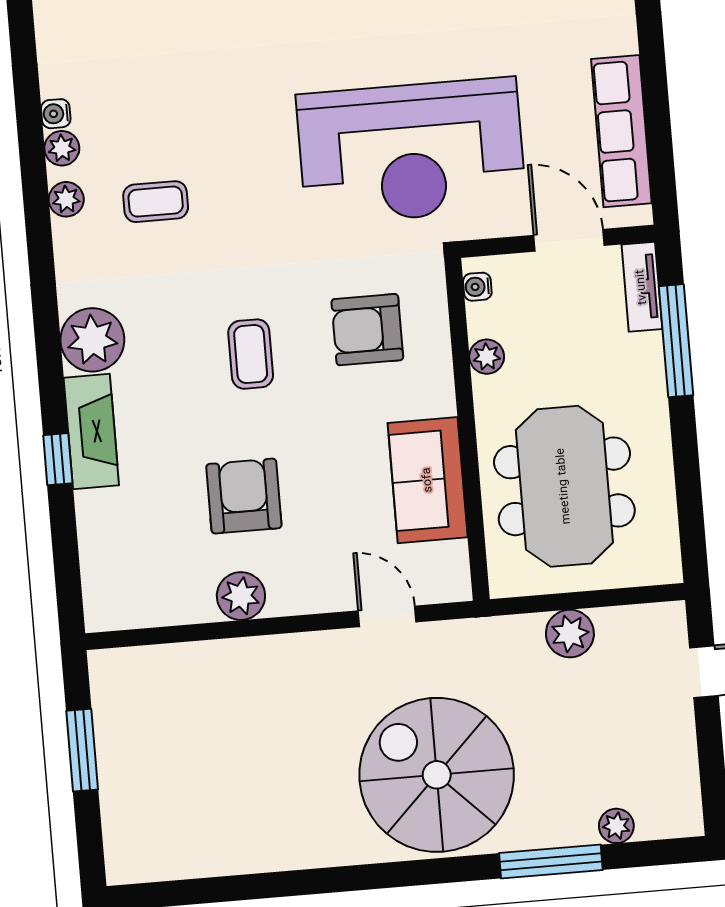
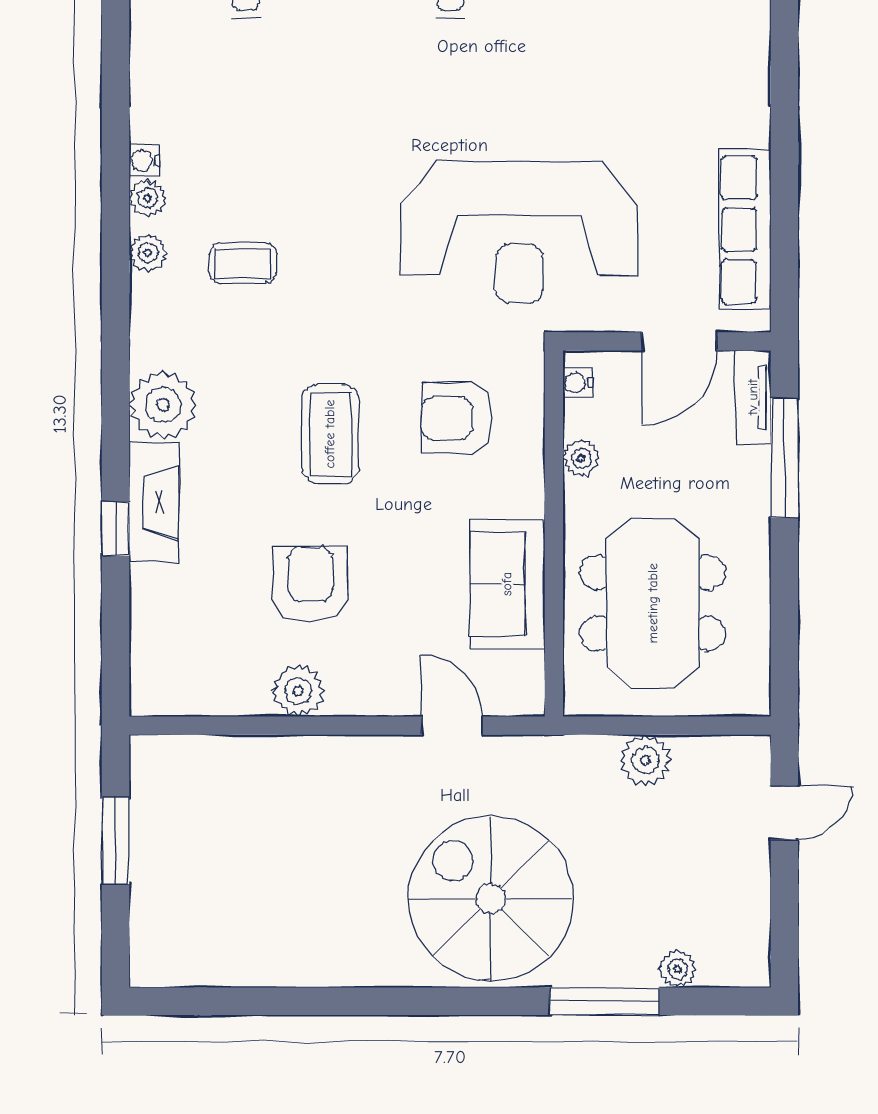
door: (569, 240) -> (679, 341), swing flipped
coffee table: (251, 354) -> (330, 434), width x1.36, depth x1.30

